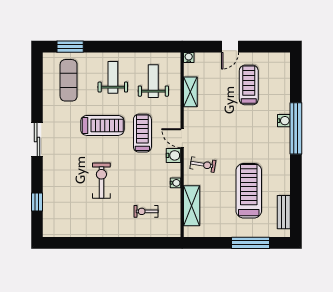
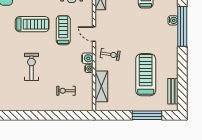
water cooler: (174, 155) -> (87, 58), moved

